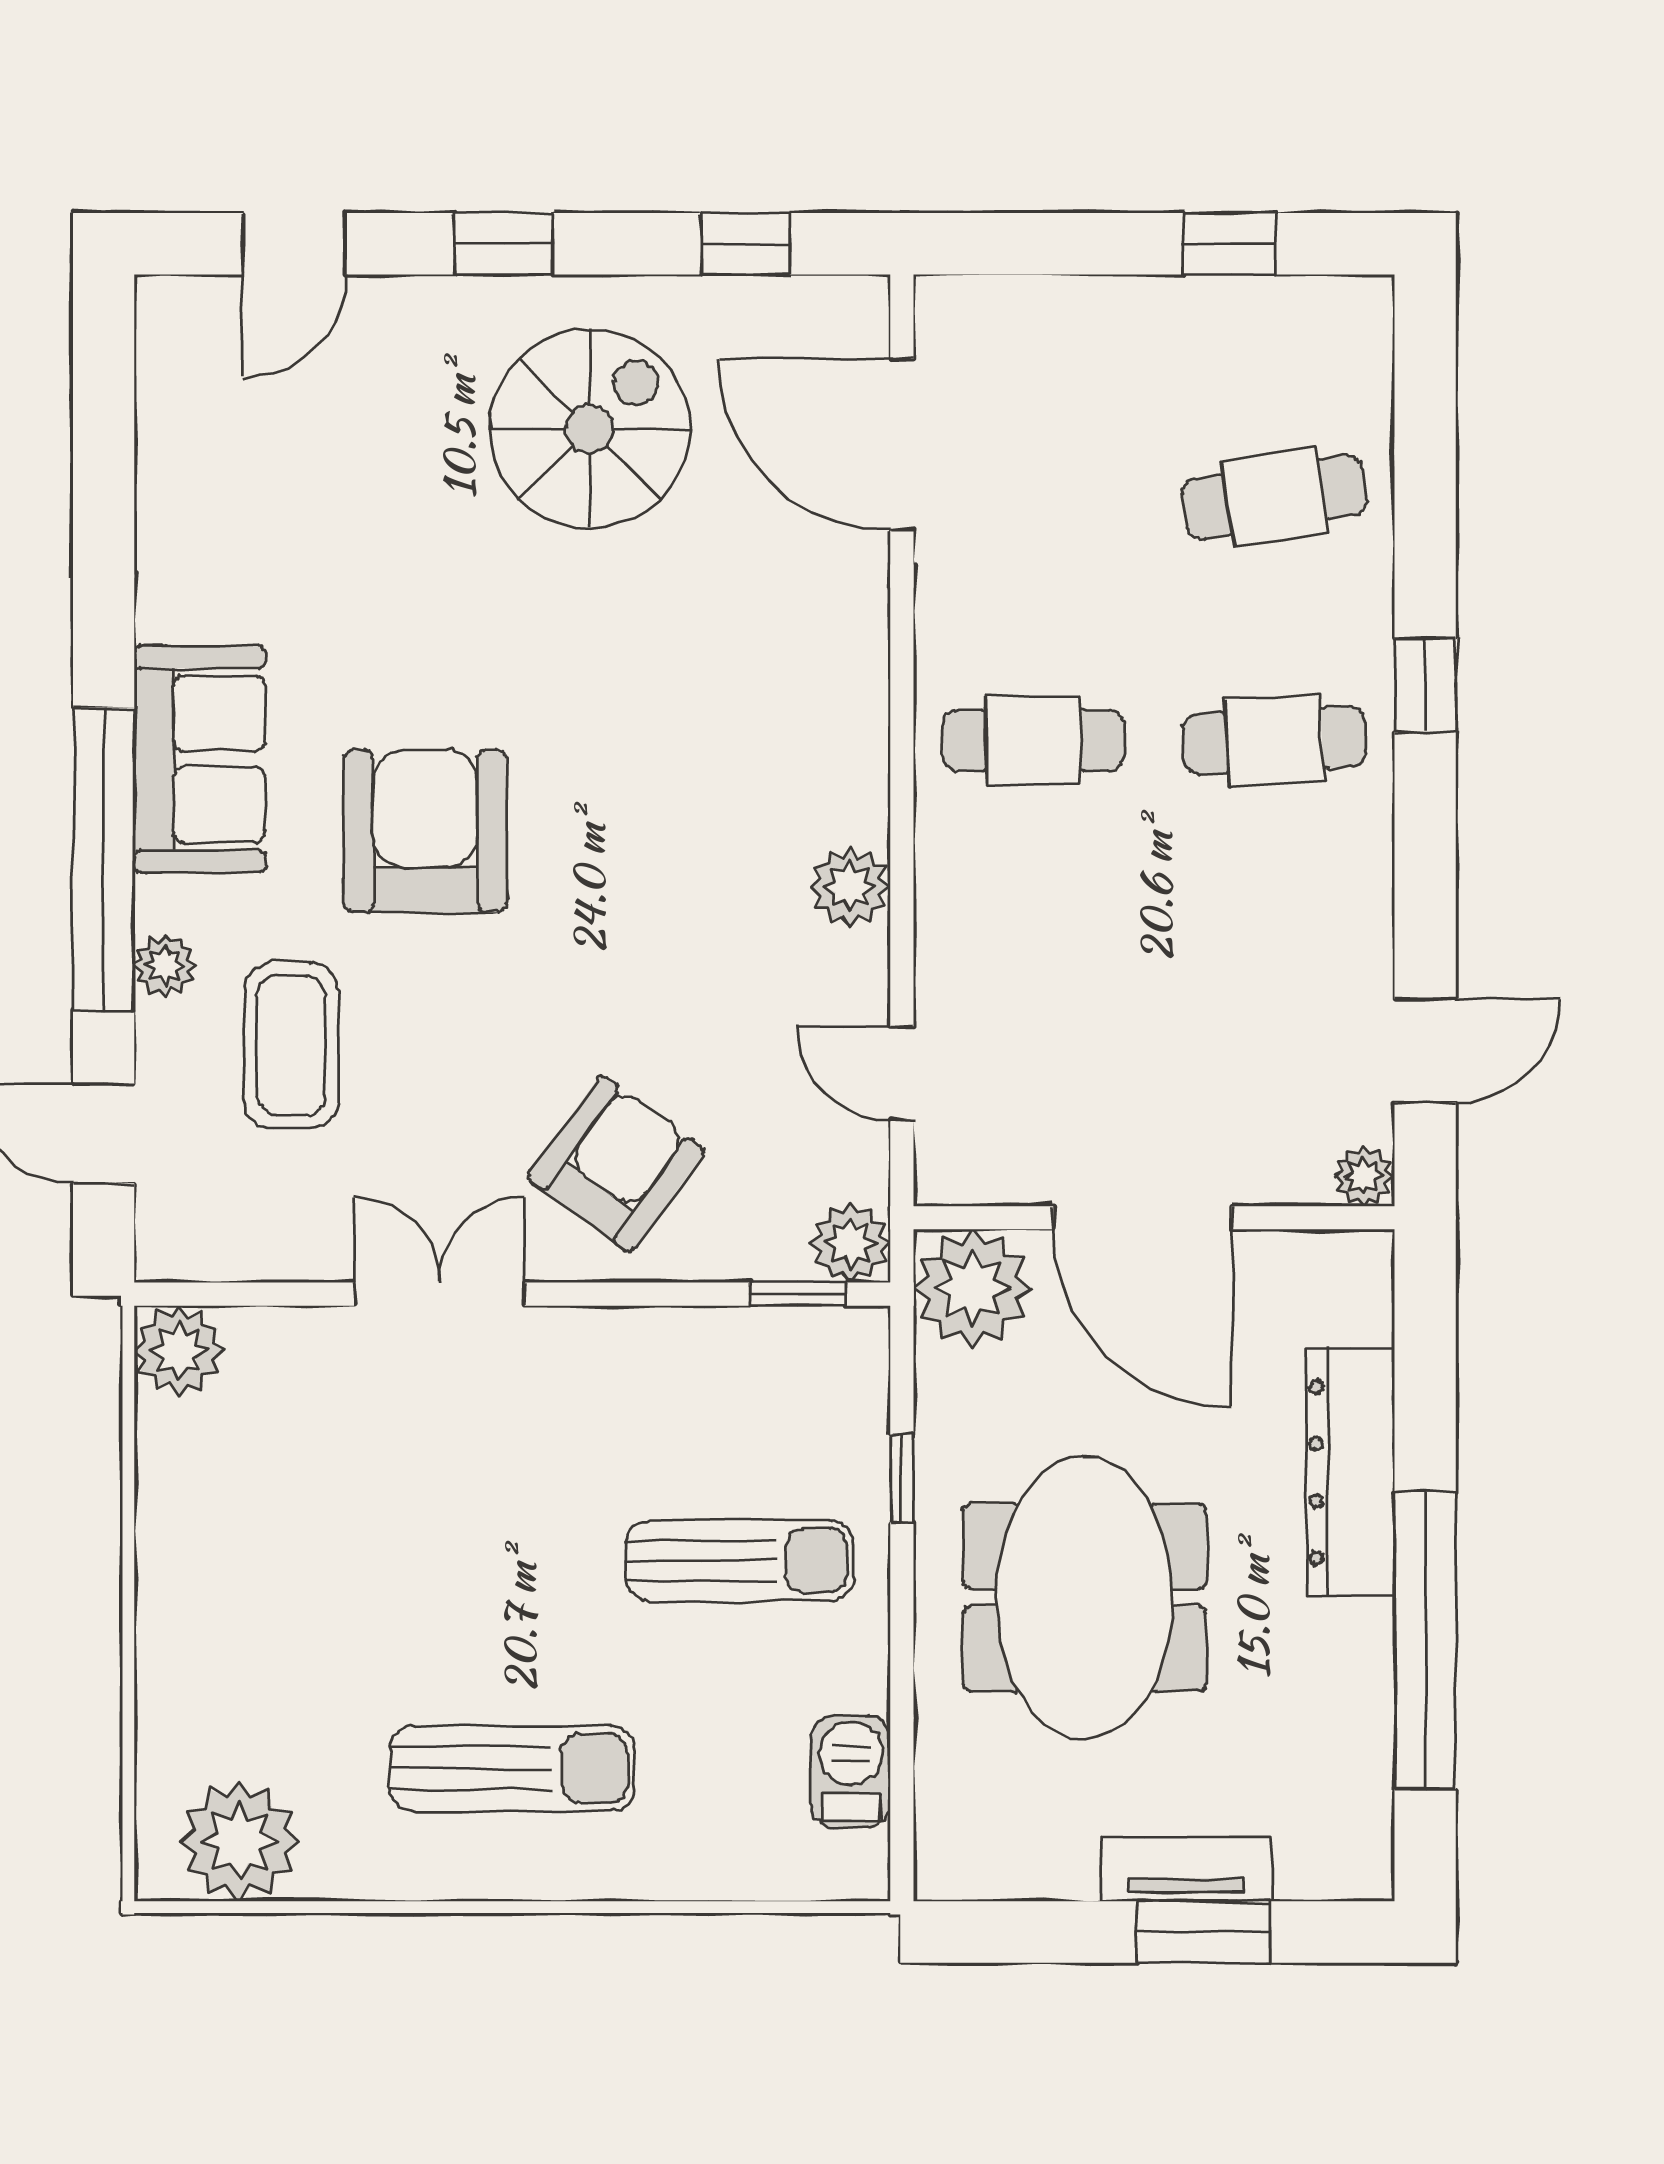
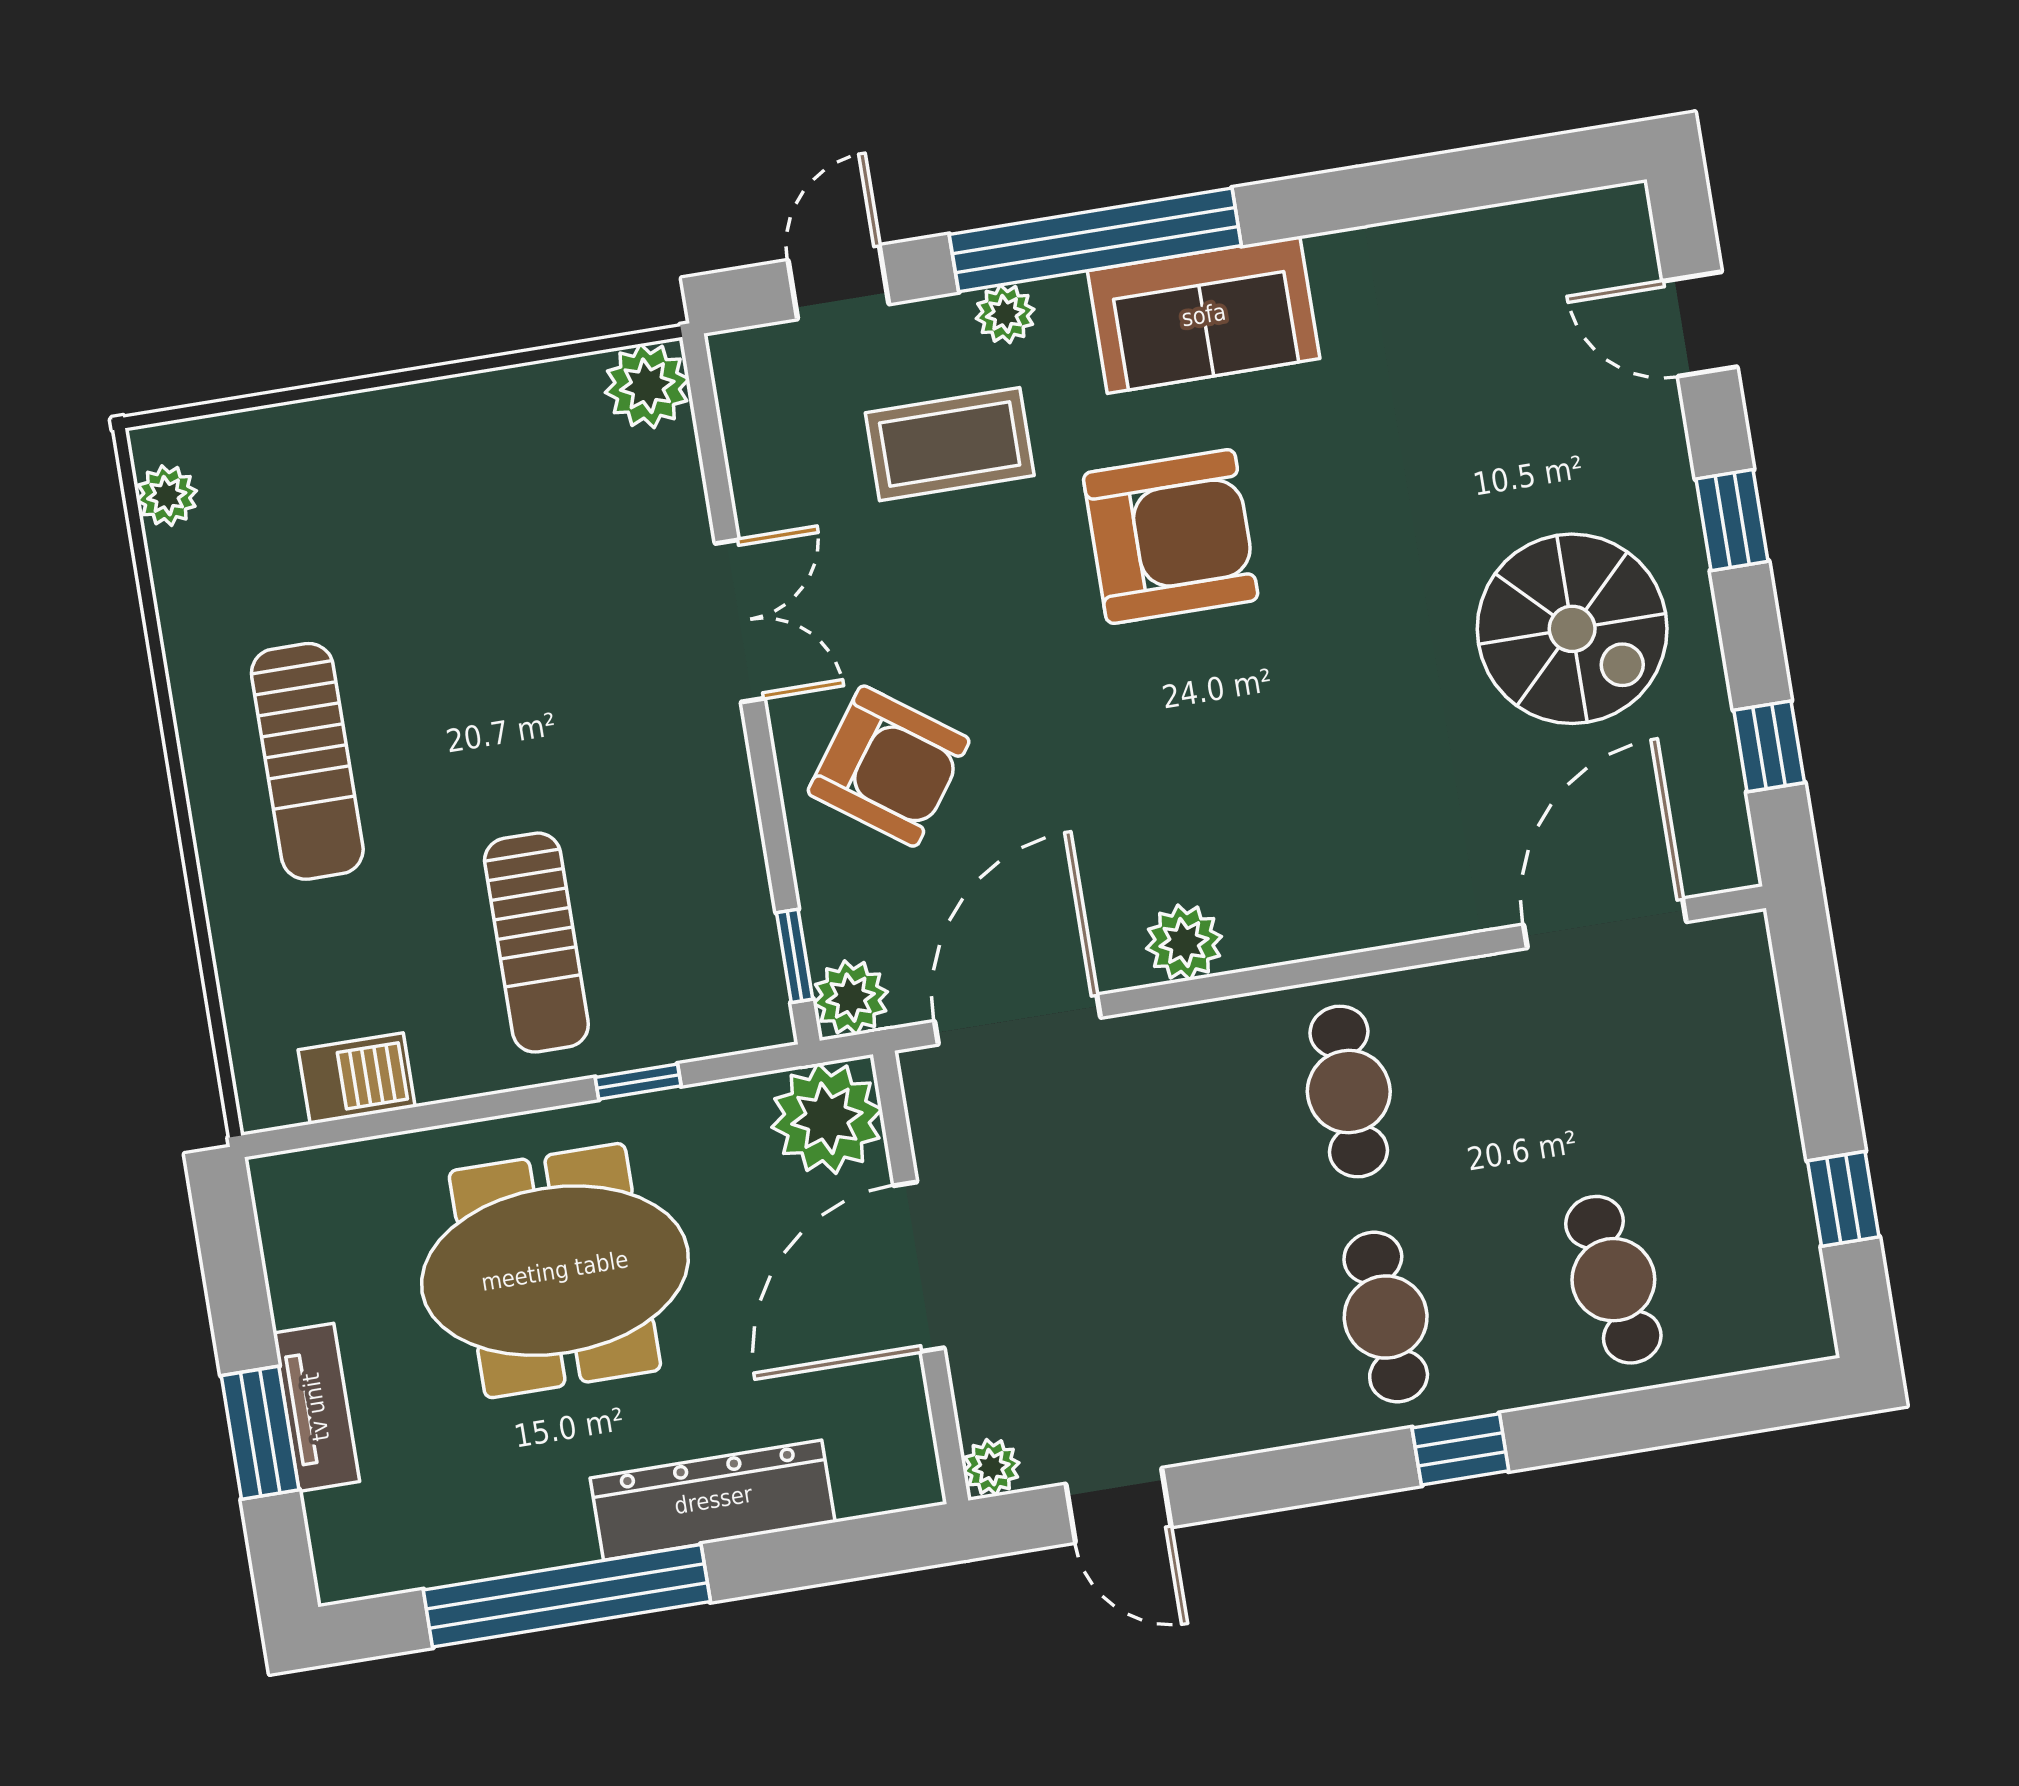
door: (902, 1073) -> (1018, 1019), width x1.87
plant: (239, 1842) -> (167, 496), width x0.53, depth x0.53

